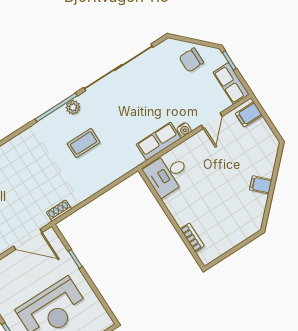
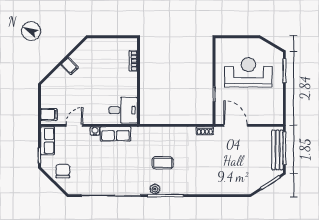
chair: (191, 60) -> (63, 171), turned -90

